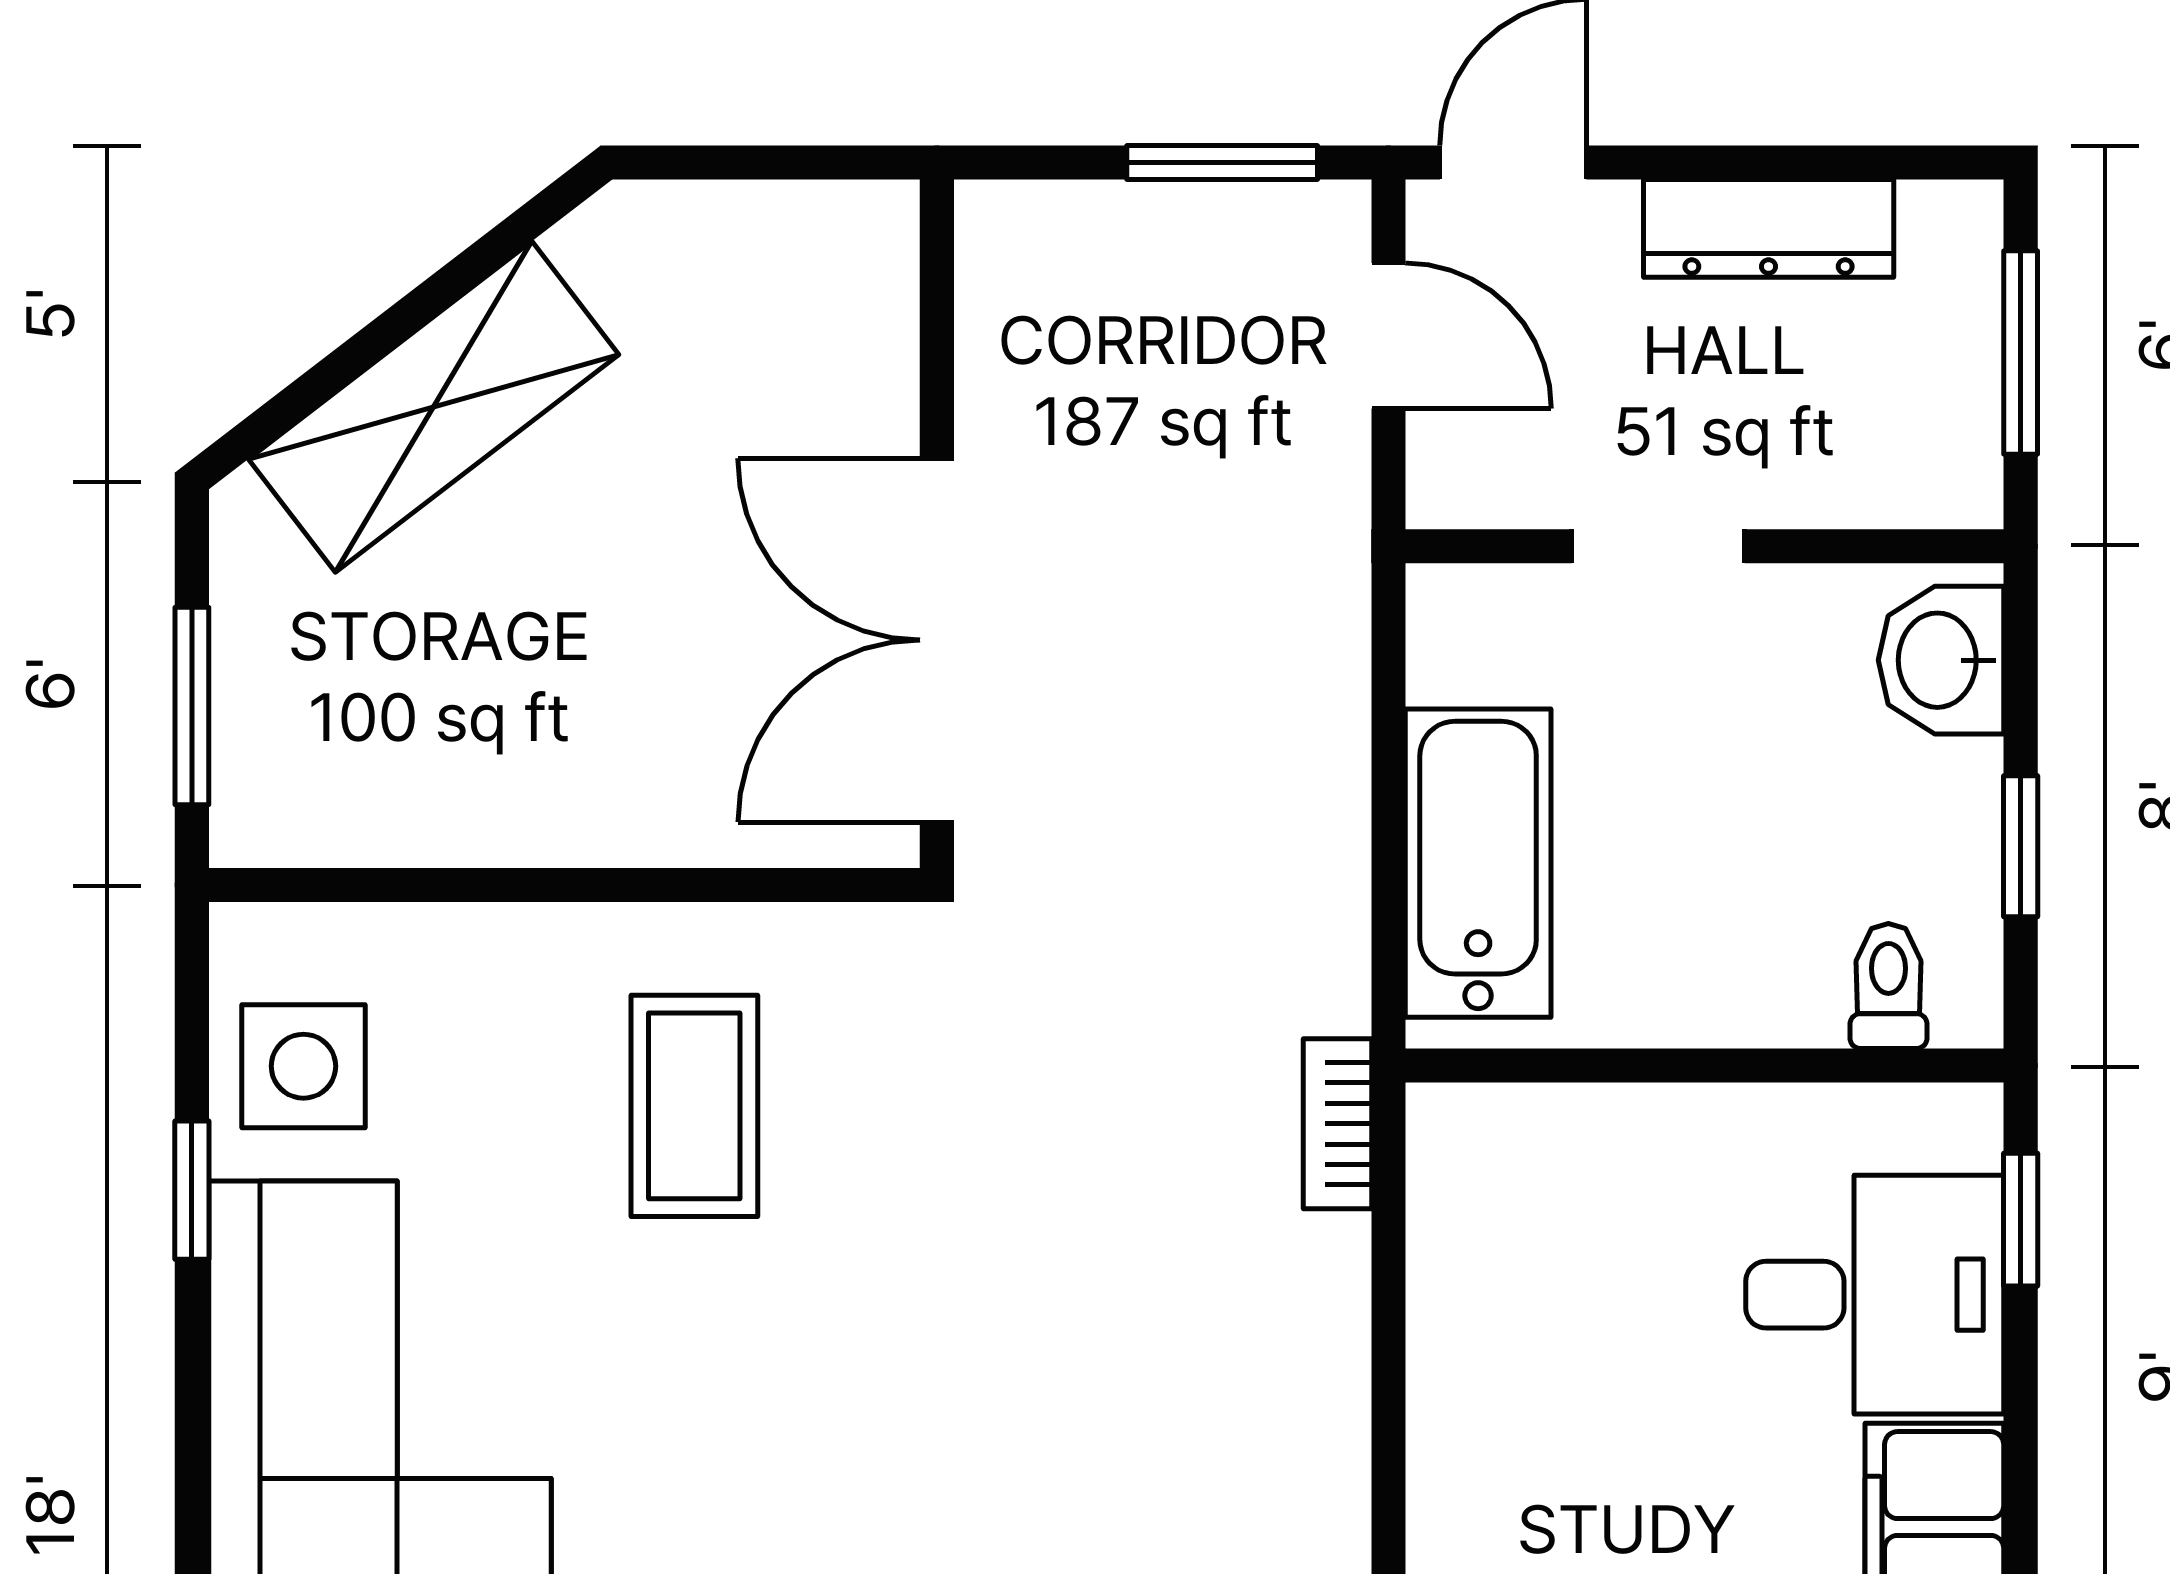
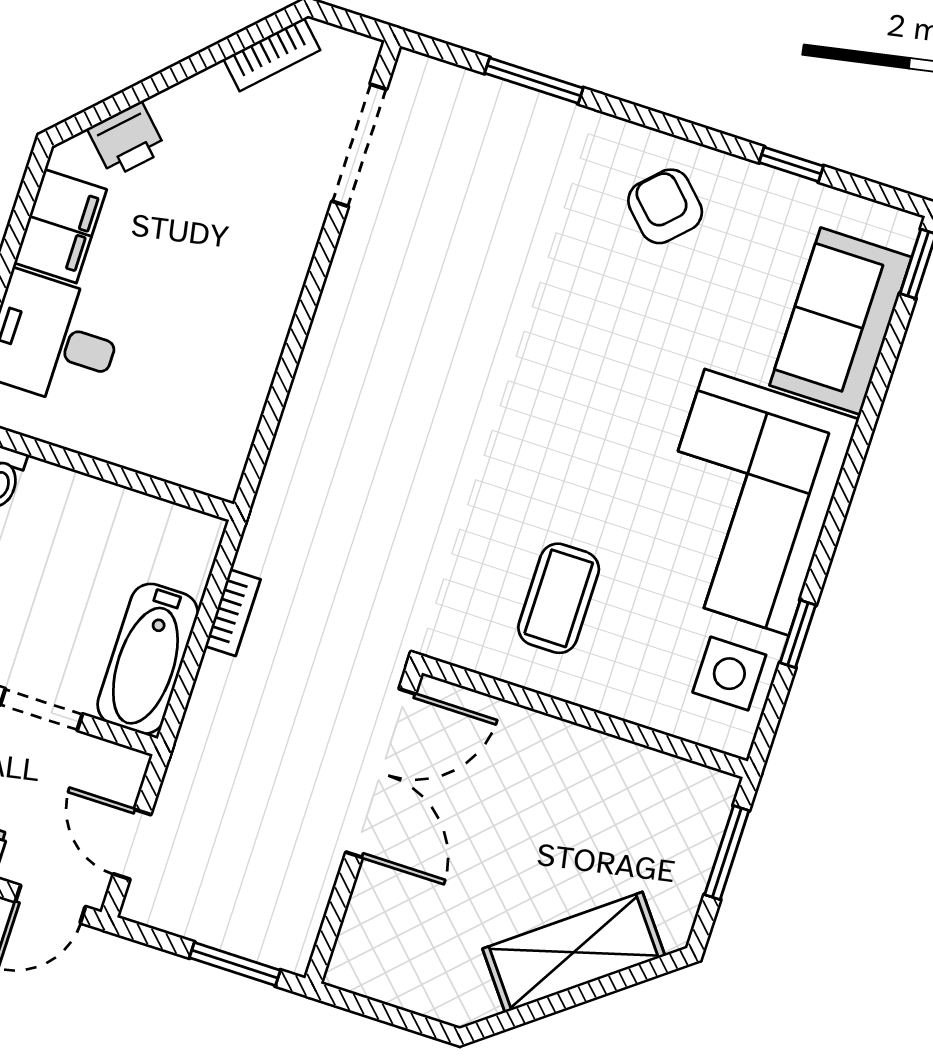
window: (1222, 163) -> (235, 964), moved
bathtub: (1478, 863) -> (148, 659), moved
bookcase: (1337, 1124) -> (233, 613), moved

